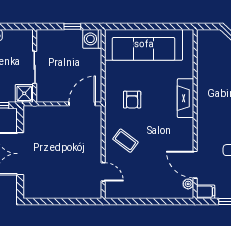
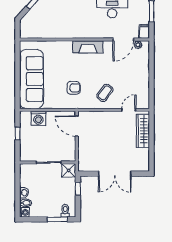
washing machine: (92, 39) -> (38, 118), moved
fireplace: (186, 98) -> (88, 47), moved
wardrobe: (76, 190) -> (143, 131), added

